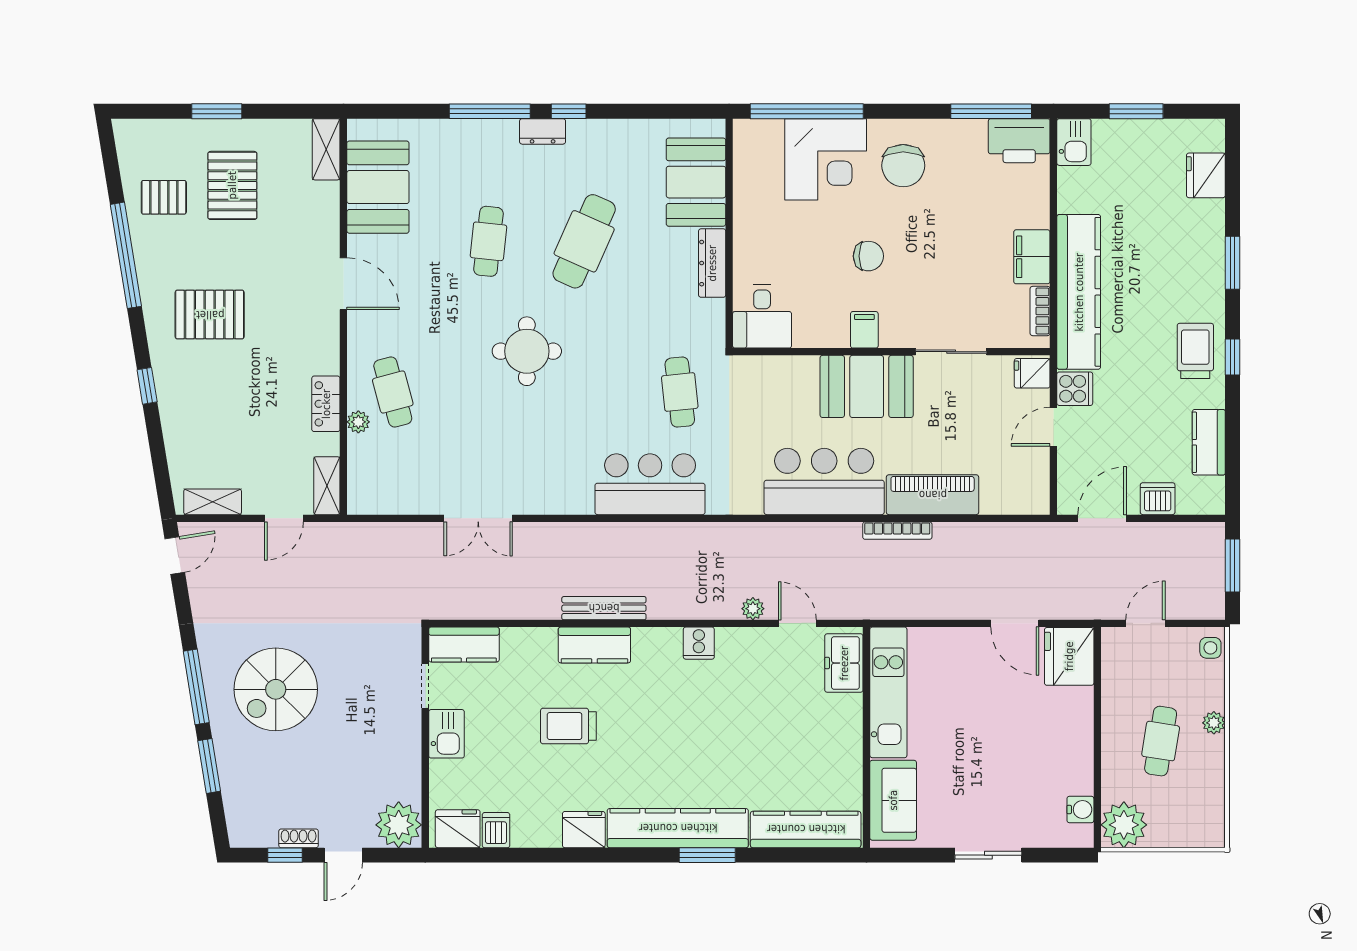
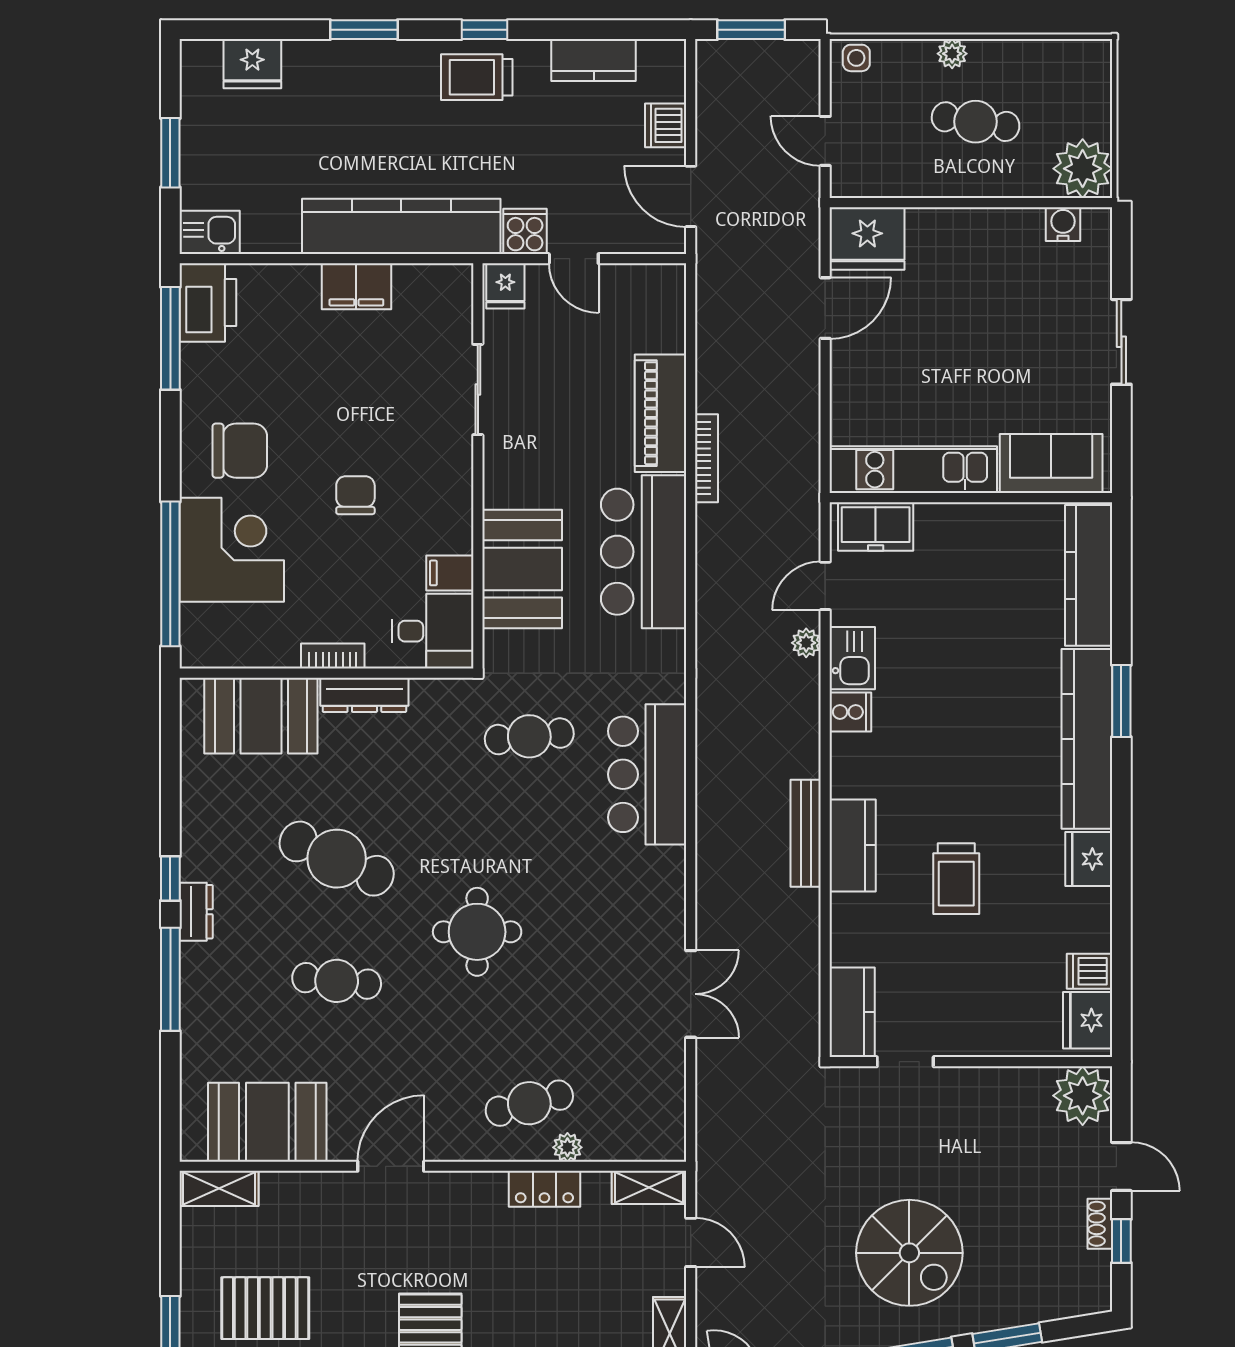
bookcase: (1040, 311) -> (333, 656), moved, turned 180
filing cabinet: (864, 330) -> (450, 573), moved
booth: (867, 386) -> (522, 569), moved
kitchen sink: (446, 734) -> (852, 658), moved, turned 90

